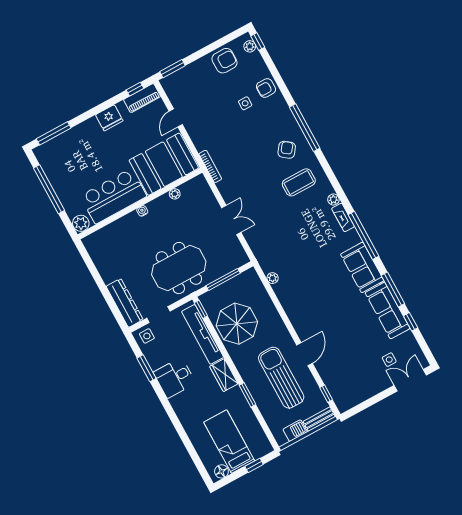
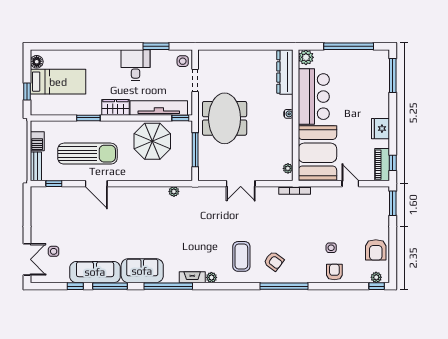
plant: (175, 194) -> (288, 168), moved
dresser: (125, 303) -> (285, 72), moved, turned 90

